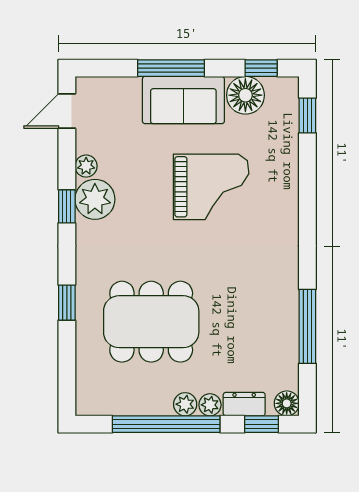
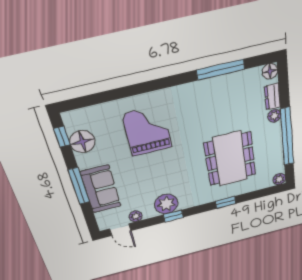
sofa: (183, 100) -> (101, 189), moved
window: (307, 116) -> (84, 102), removed
plant: (86, 166) -> (136, 216), moved
grand piano: (211, 187) -> (147, 131), moved
plant: (185, 404) -> (279, 179), moved
window: (262, 424) -> (284, 83), removed

